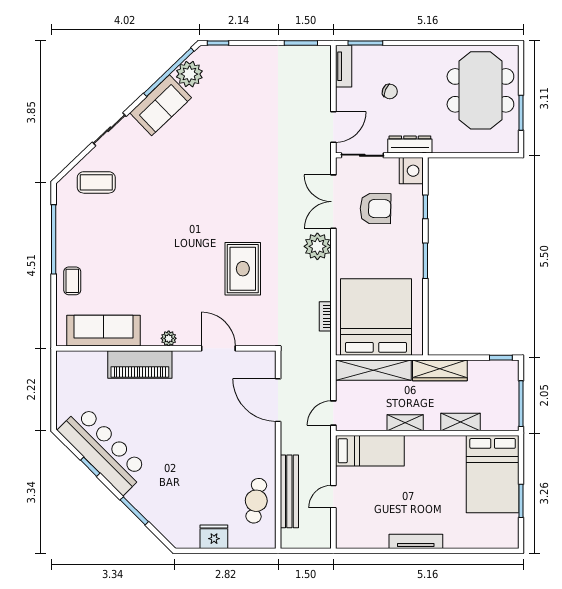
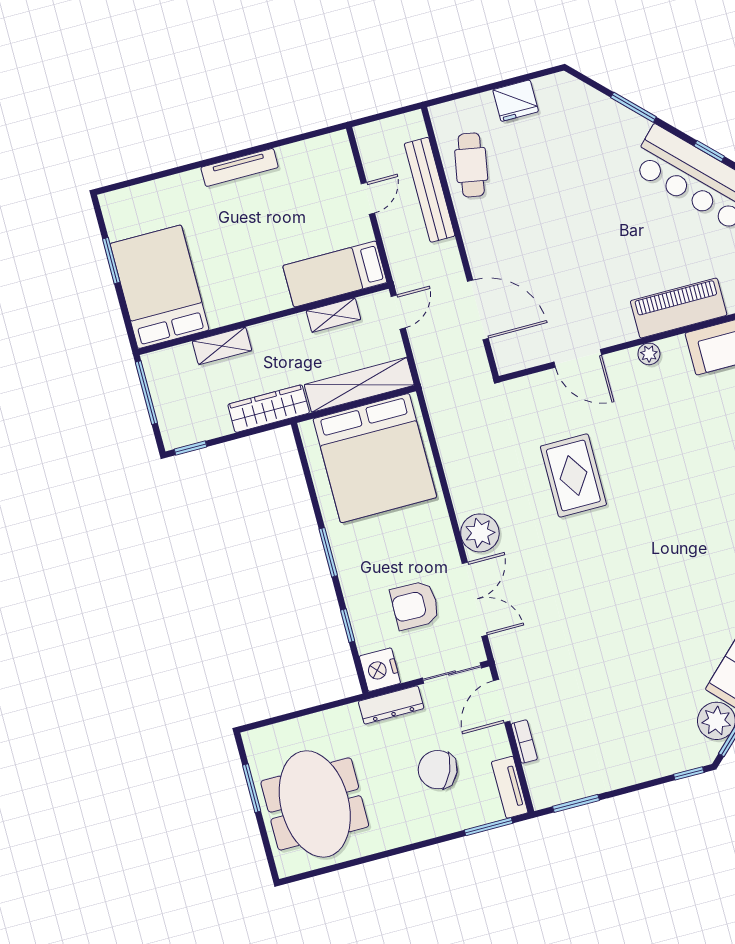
chair: (390, 91) -> (438, 770), width x1.87, depth x1.87
bookcase: (325, 316) -> (524, 742), moved
shelving: (405, 423) -> (333, 315), moved

